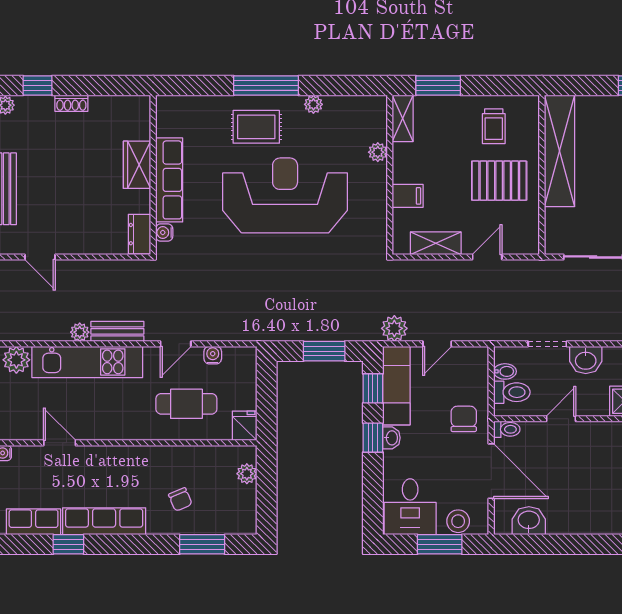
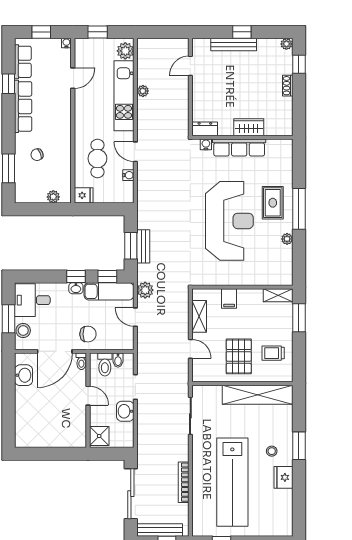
plant: (378, 152) -> (257, 280), removed
bench: (117, 331) -> (143, 246), moved

